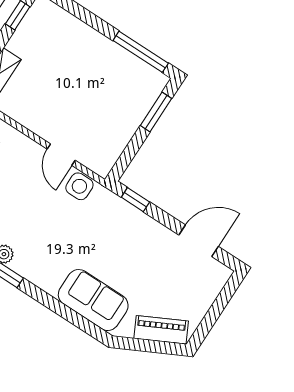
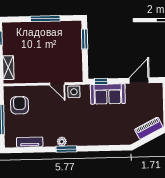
window: (141, 52) -> (45, 19), moved
sofa: (93, 300) -> (108, 94), moved, turned 180

